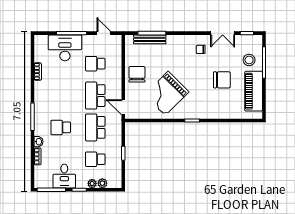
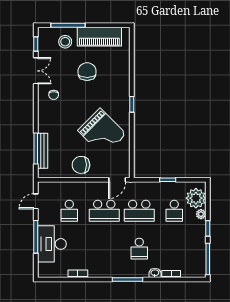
desk: (64, 176) -> (193, 245), removed
plant: (102, 183) -> (196, 198), width x1.88, depth x1.88

